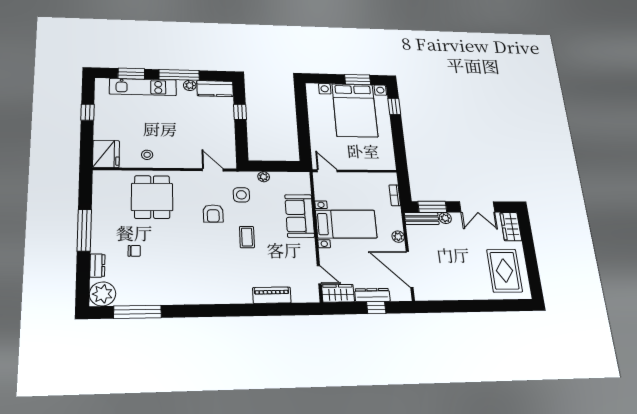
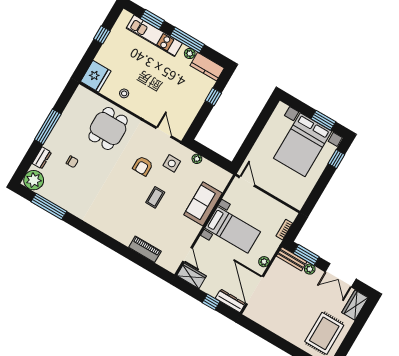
dresser: (372, 295) -> (230, 301), moved

